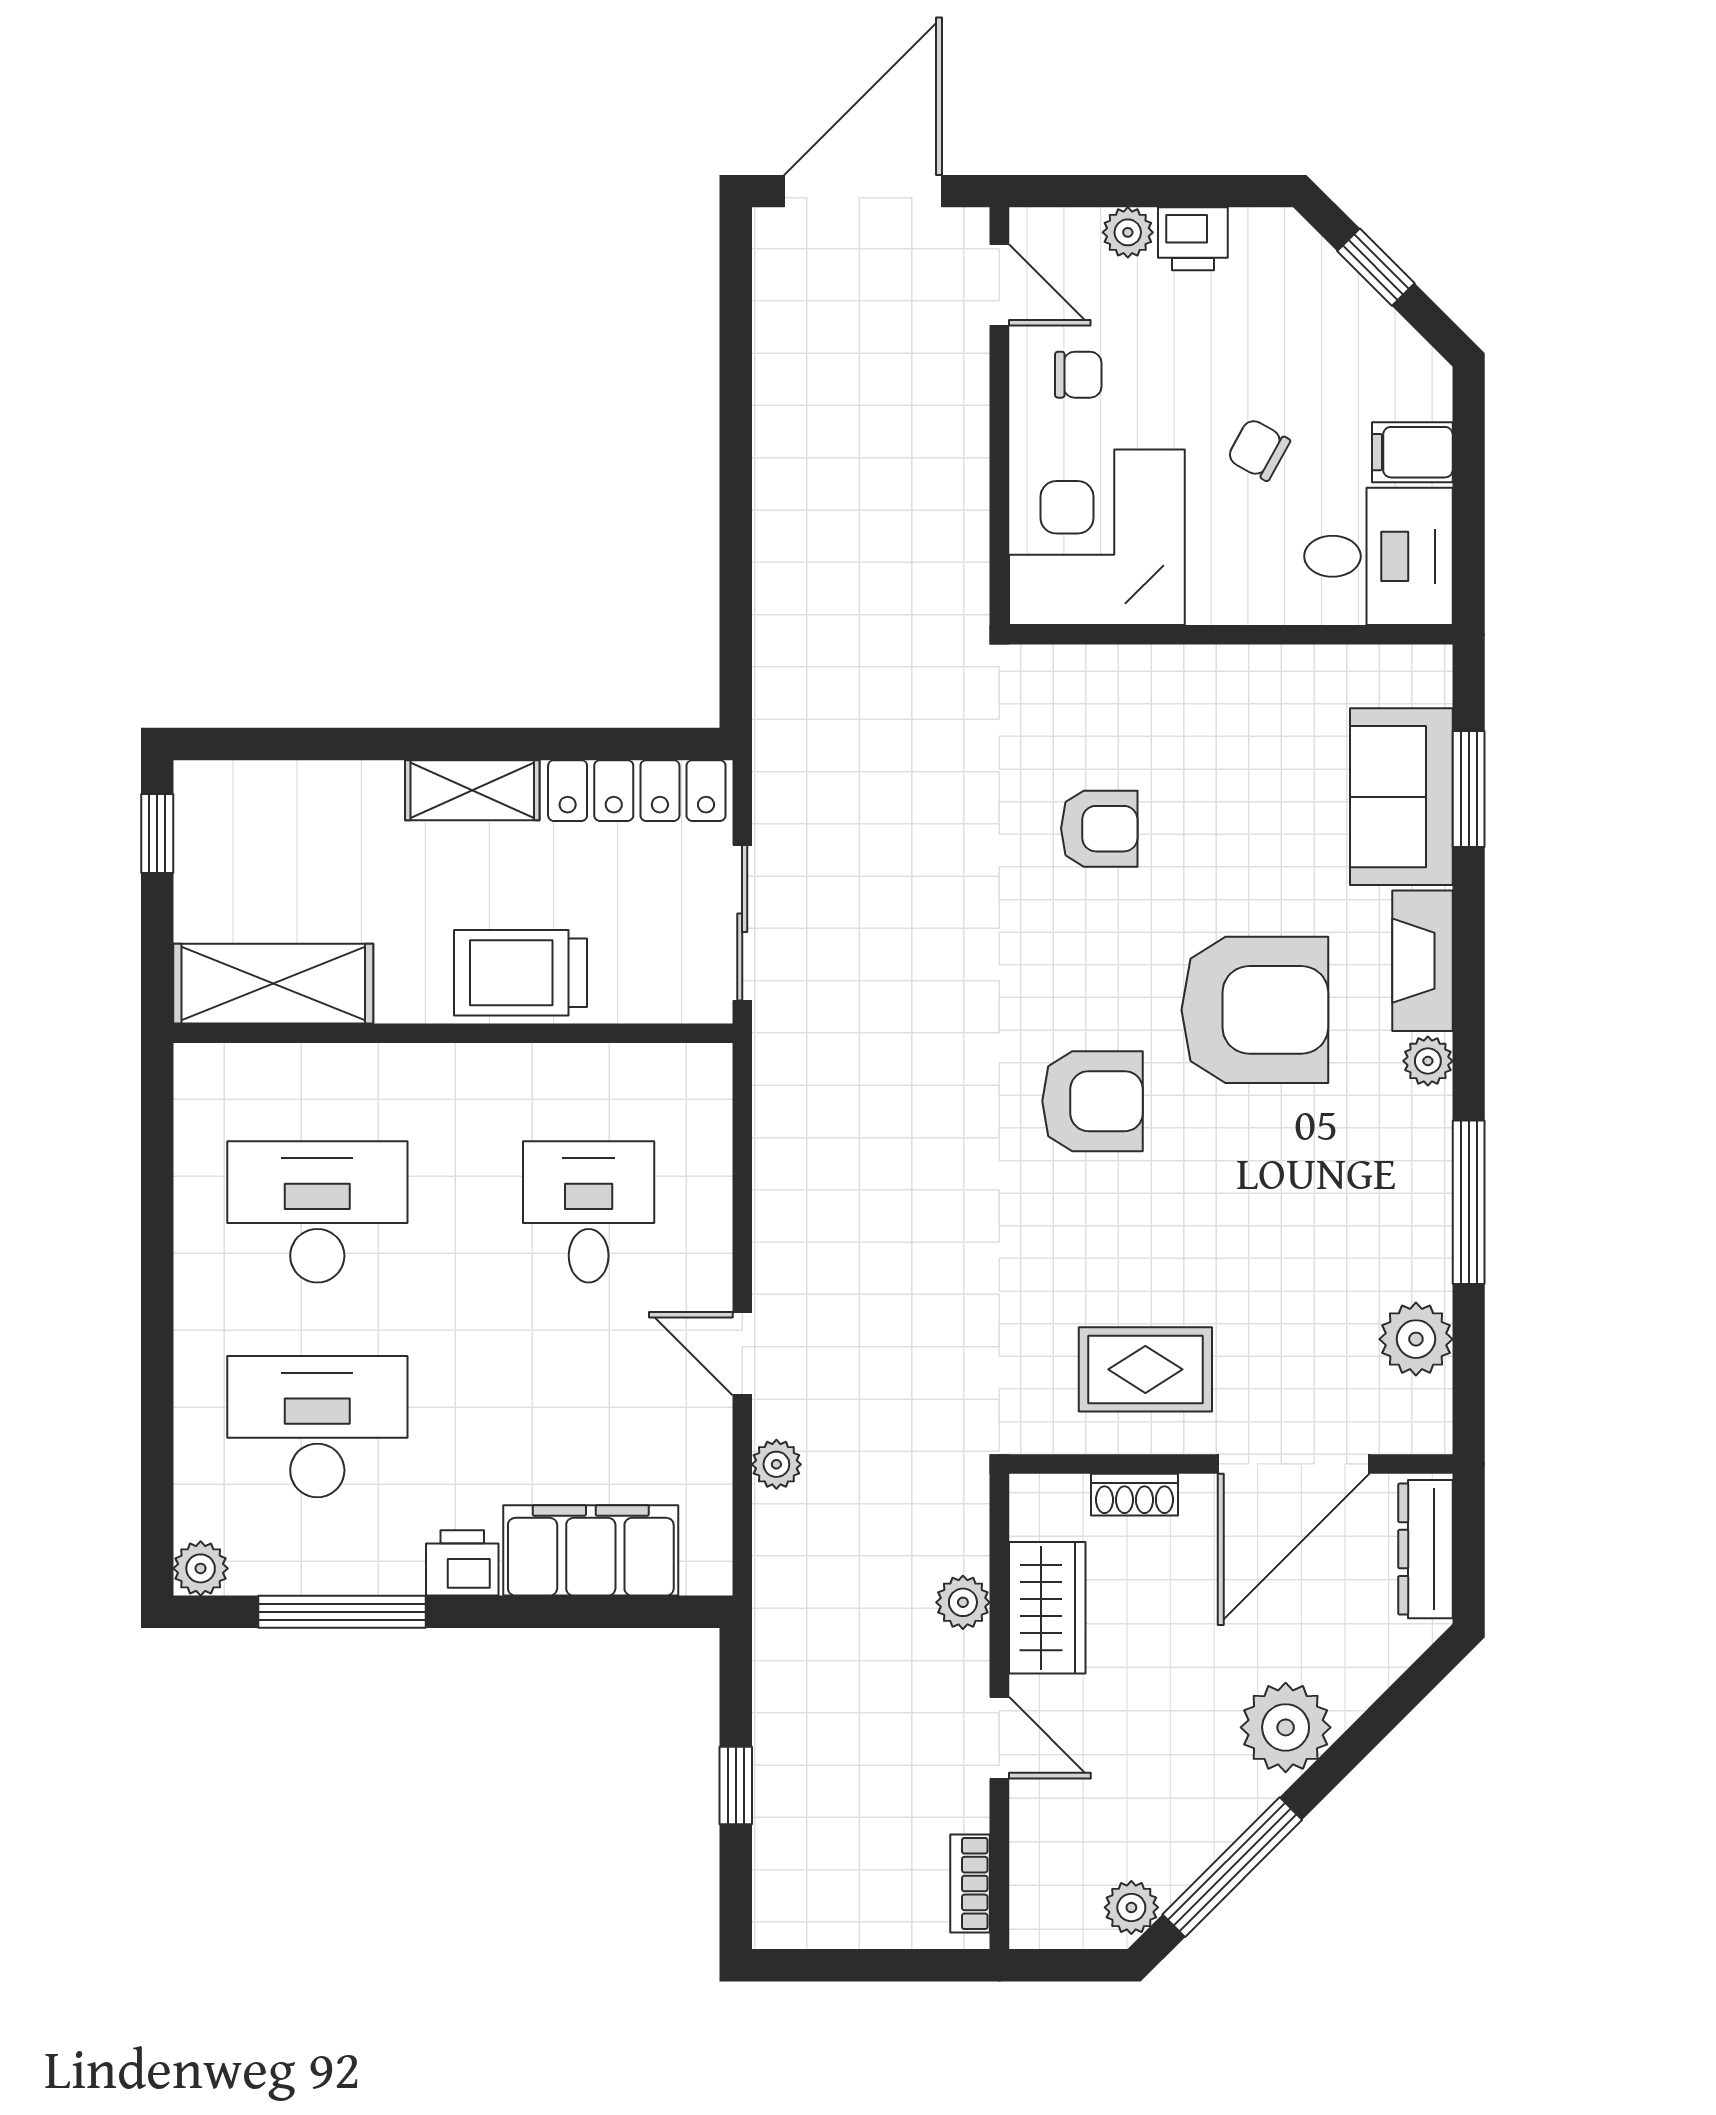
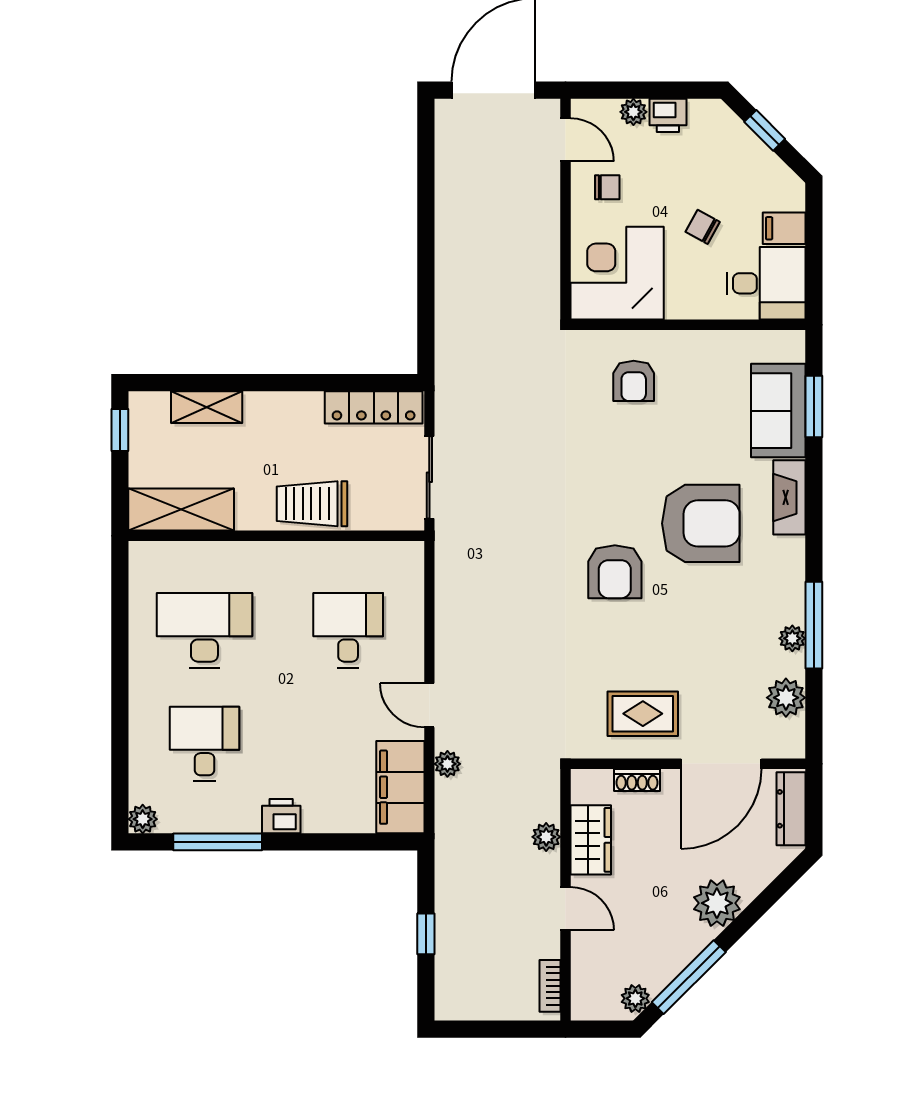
shelving: (472, 790) -> (207, 407), moved
armchair: (1099, 829) -> (634, 381), moved, turned 90
plant: (1428, 1061) -> (792, 638), moved
armchair: (1093, 1101) -> (615, 572), turned 90
desk: (317, 1427) -> (204, 744), width x0.73
filing cabinet: (591, 1550) -> (400, 787), moved, turned -90

